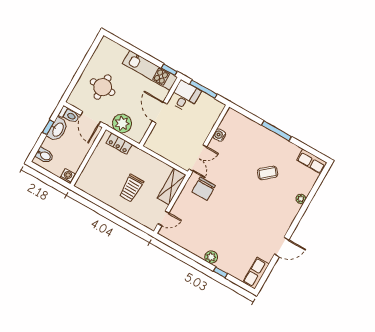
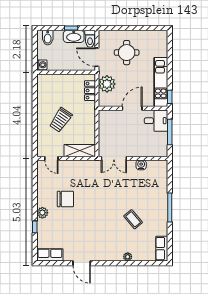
door: (91, 118) -> (97, 57), hinge flipped
trolley: (131, 188) -> (61, 120), turned -56
chair: (204, 189) -> (65, 199), moved, turned 180

